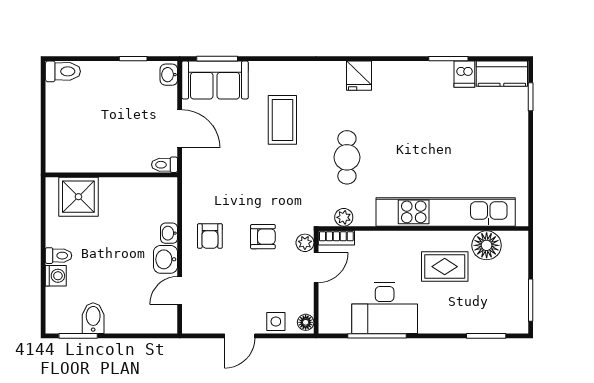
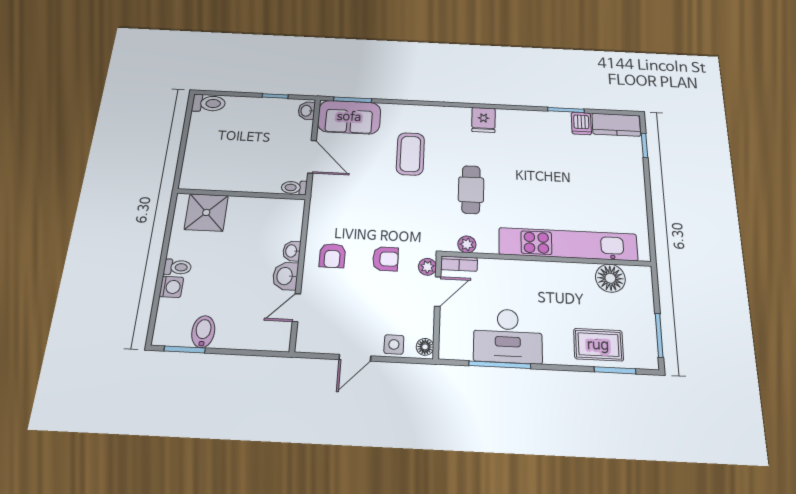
rug: (445, 267) -> (598, 345), moved

